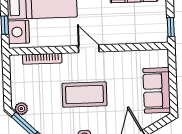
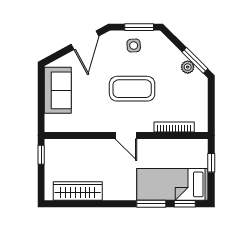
nightstand: (19, 32) -> (197, 155), removed
plant: (21, 109) -> (188, 67), moved

